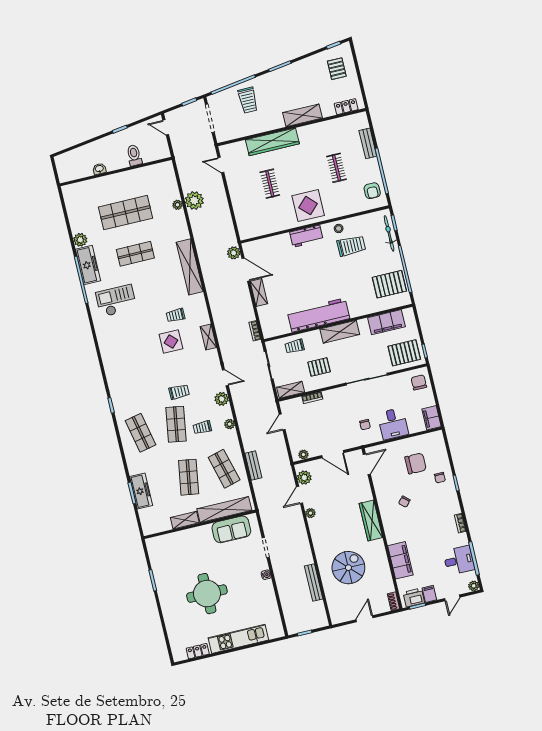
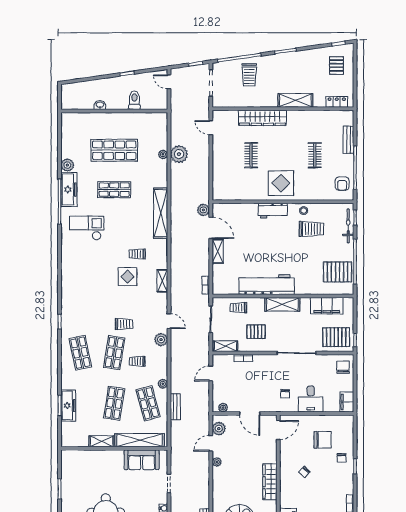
plant: (230, 424) -> (163, 384), moved

